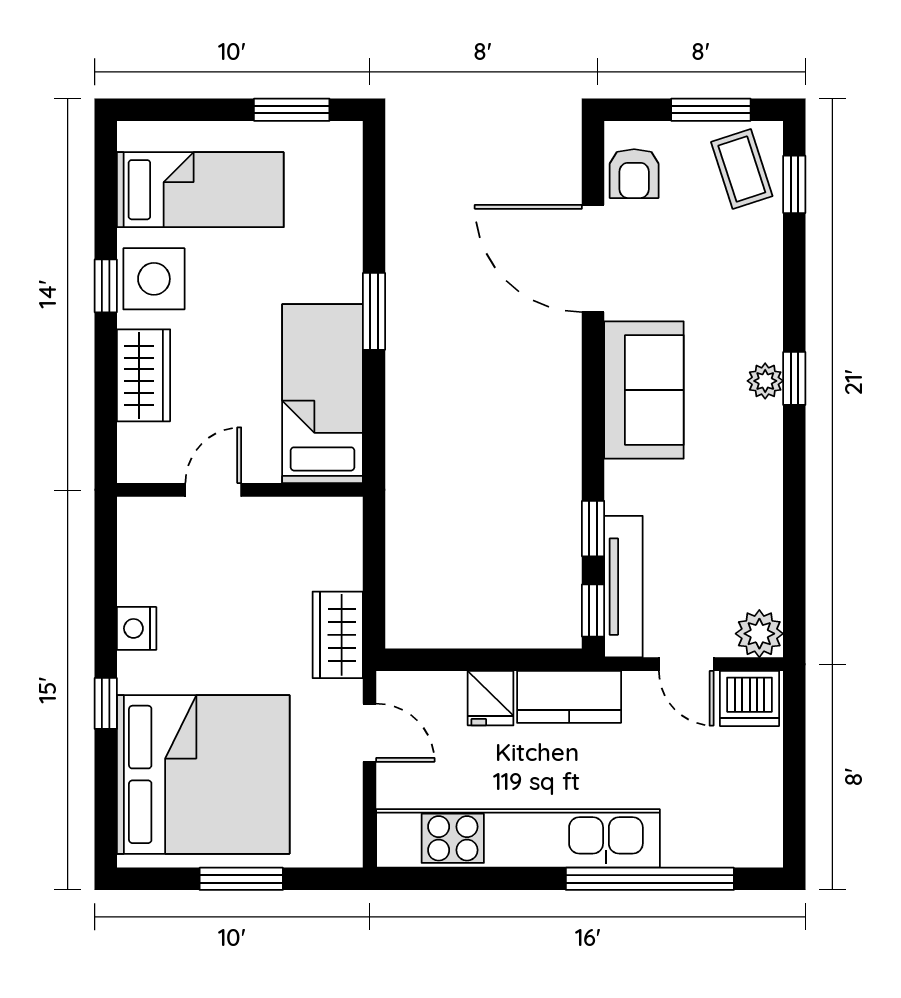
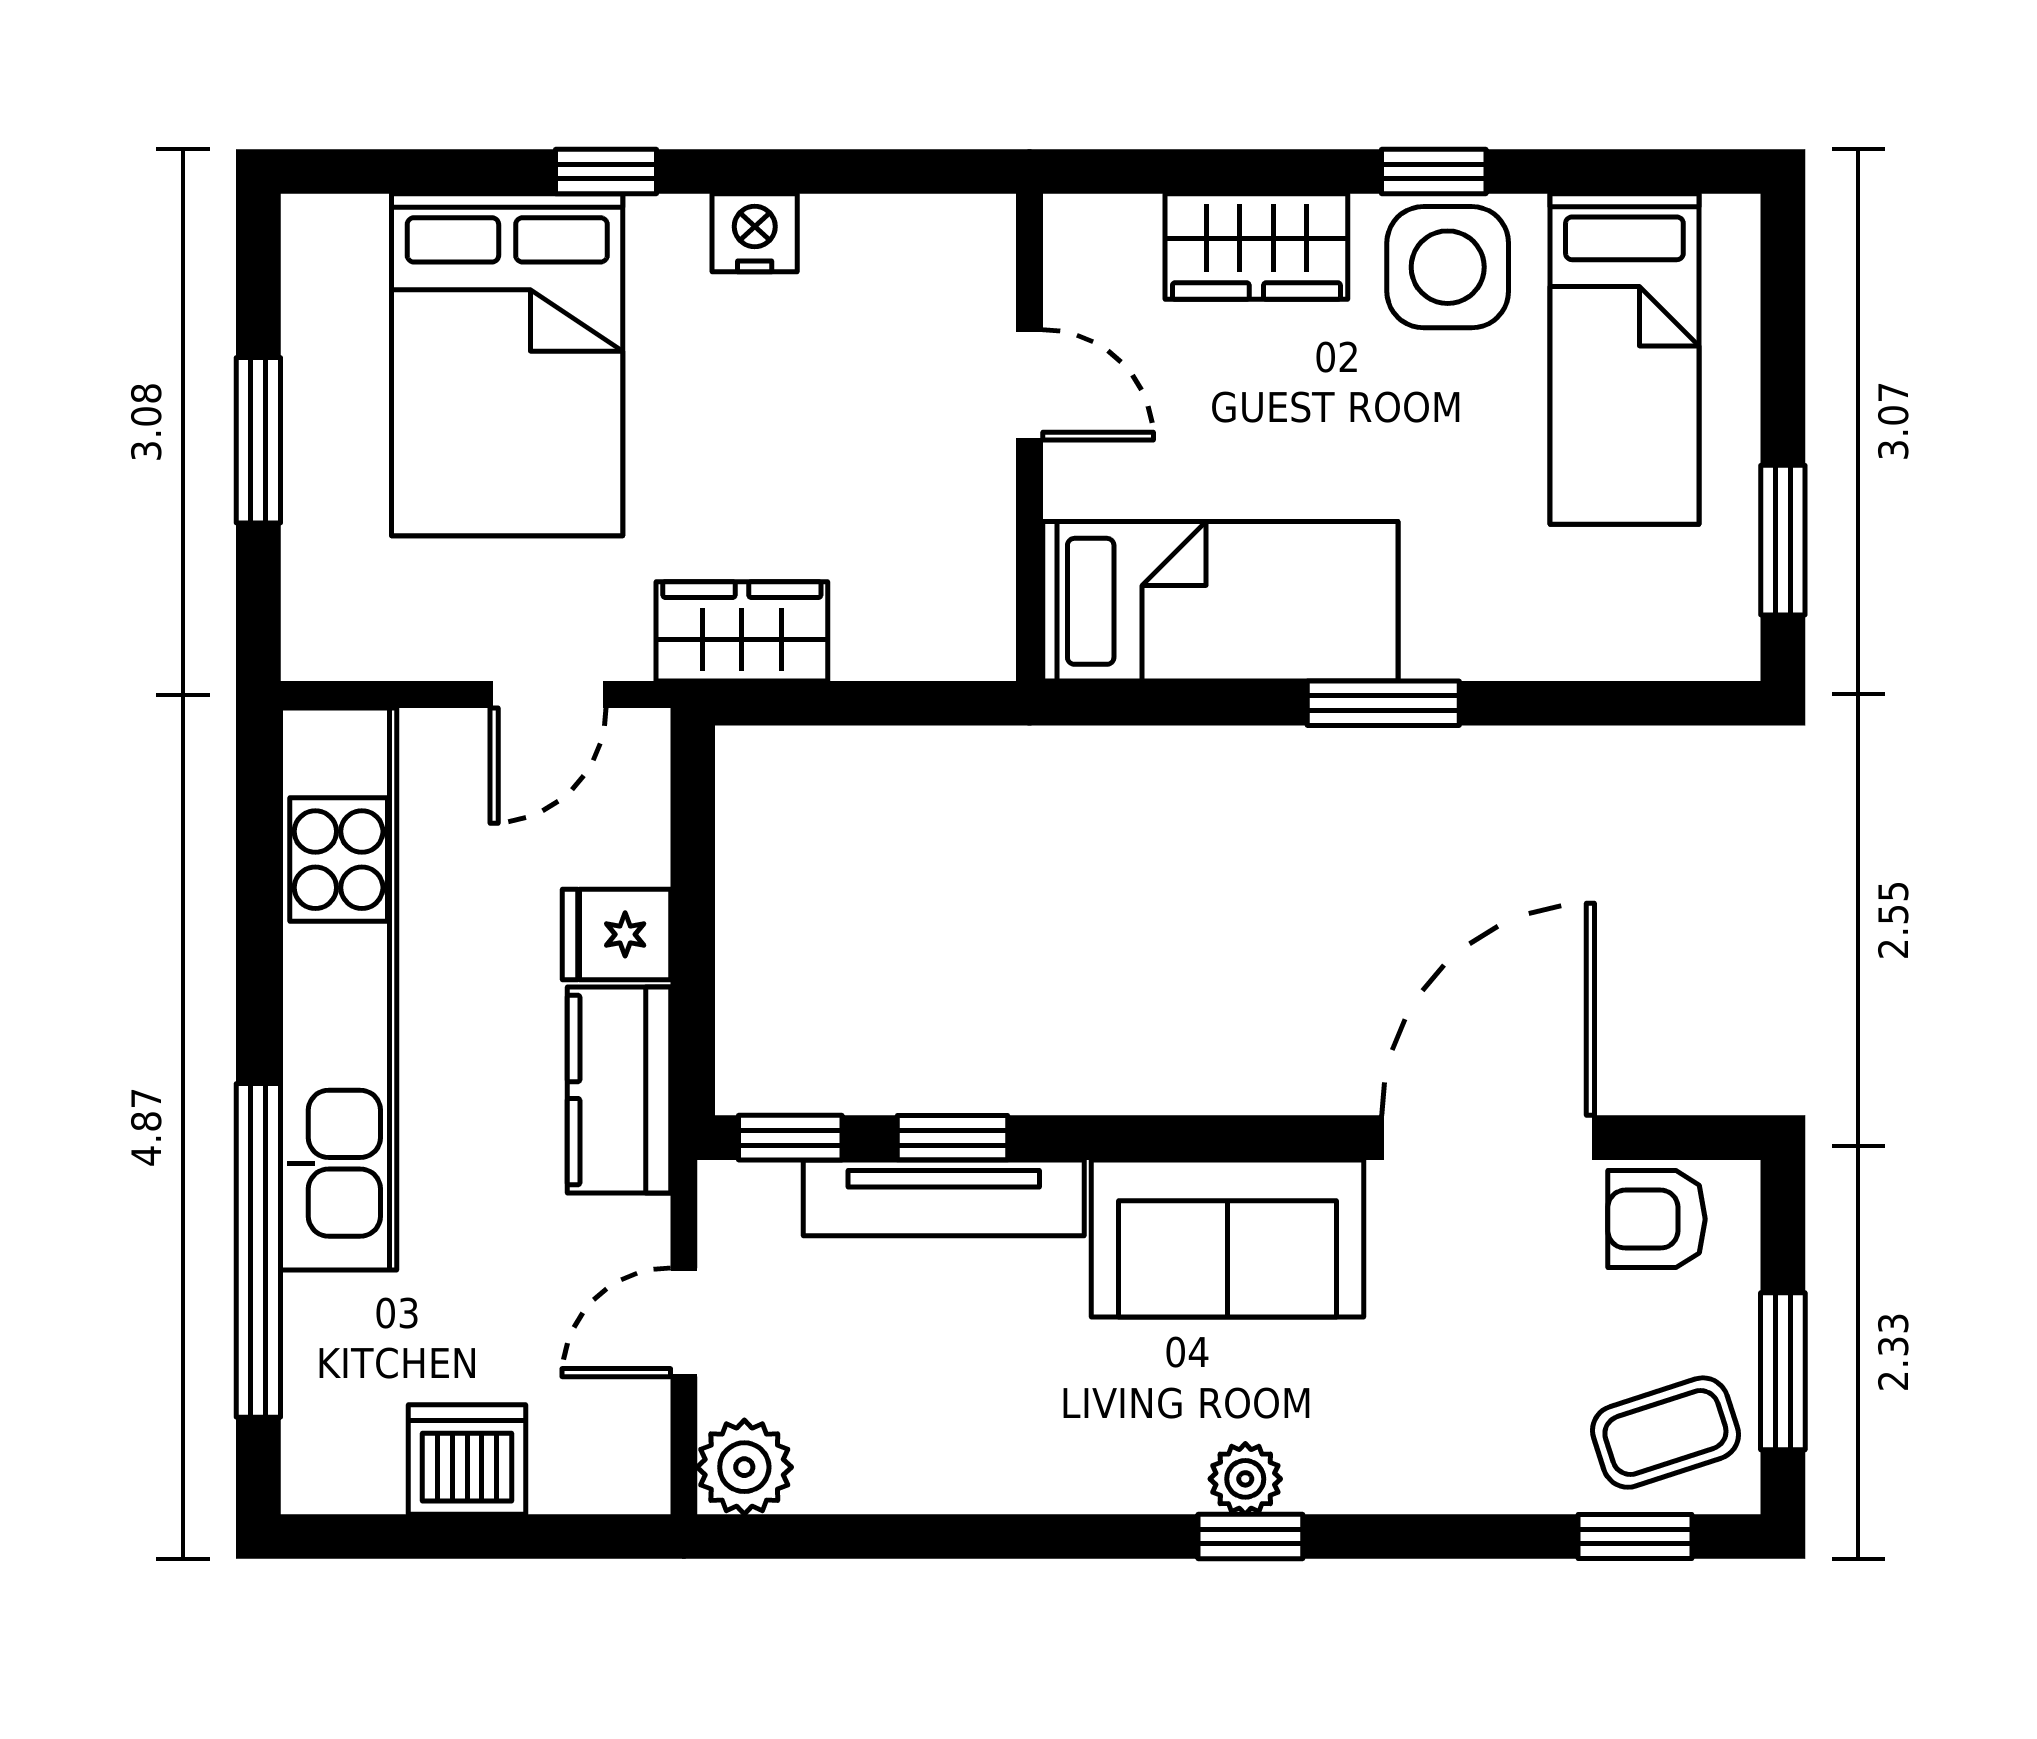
tv unit: (623, 587) -> (944, 1198), moved
dishwasher: (750, 699) -> (467, 1460), moved, turned 90
bed: (203, 774) -> (507, 365), width x0.73

